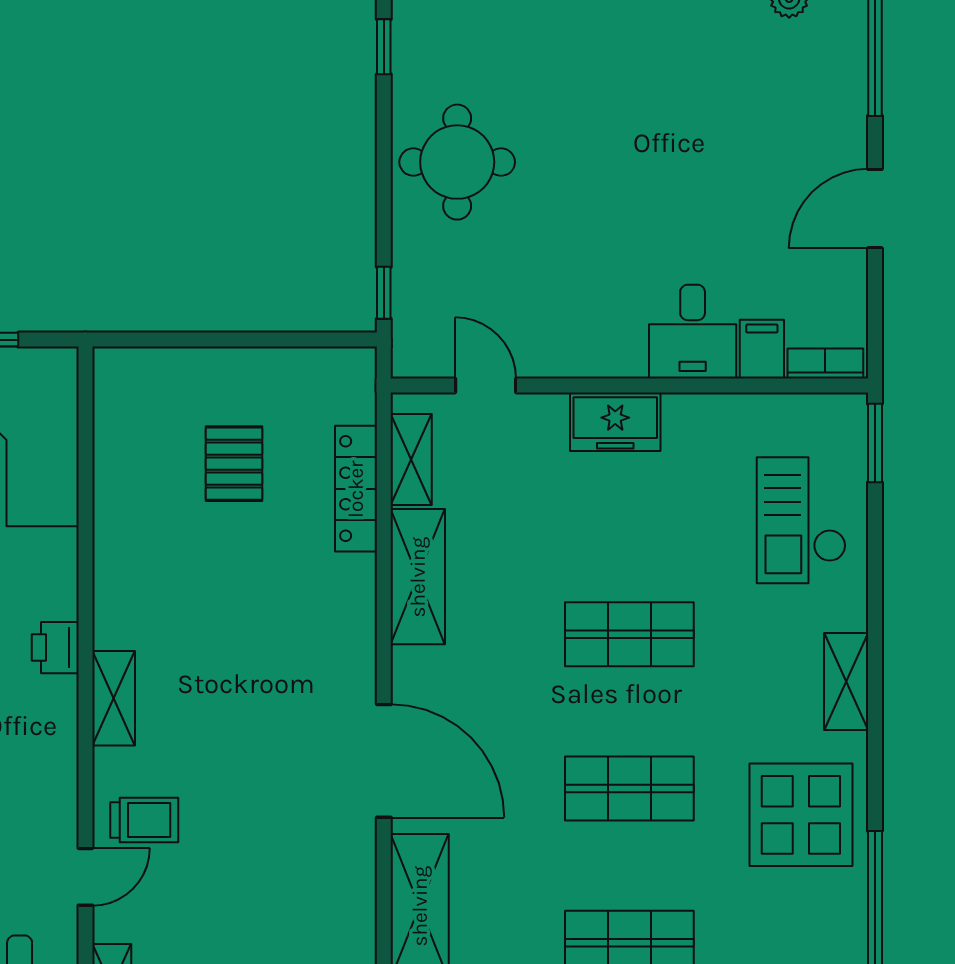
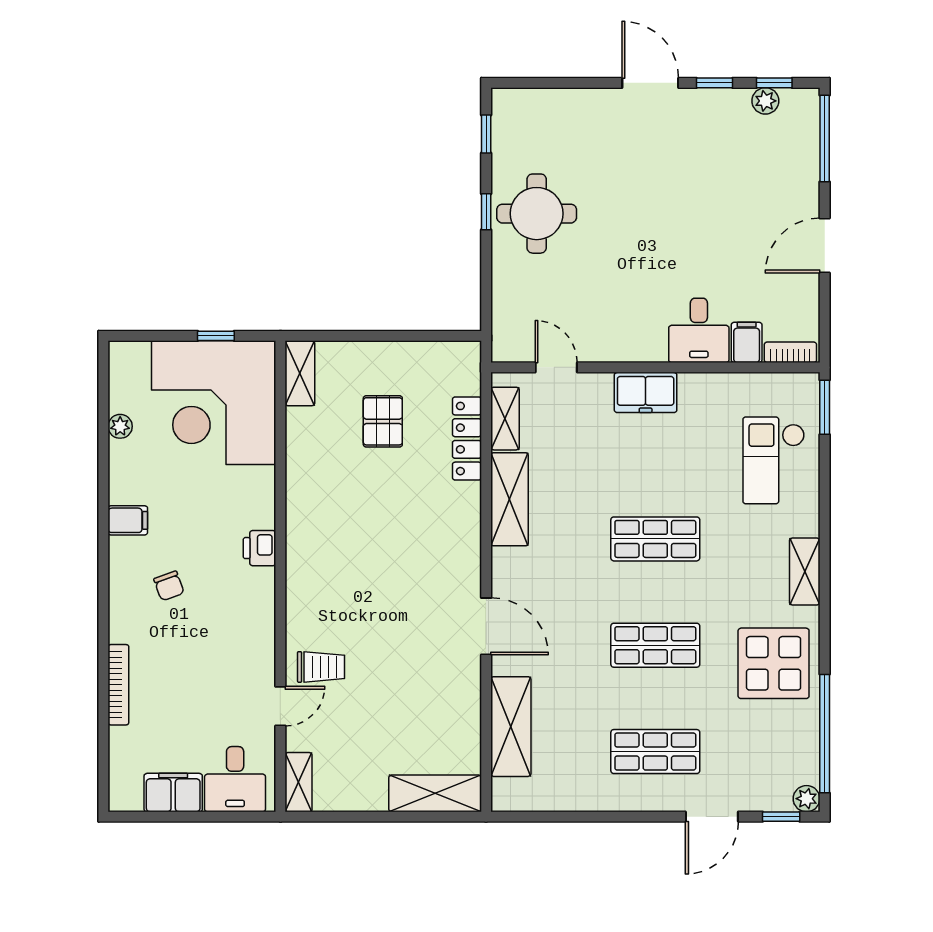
window: (384, 293) -> (486, 212), moved
shelving: (114, 698) -> (300, 373), moved
door: (384, 761) -> (486, 626), width x0.73

